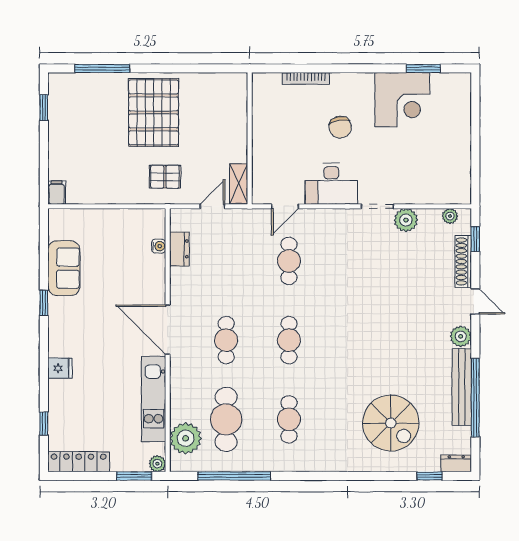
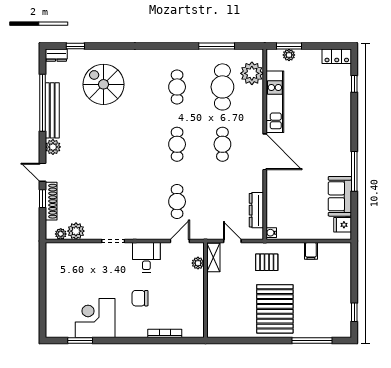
chair: (340, 127) -> (140, 298), turned -80
plant: (260, 176) -> (198, 263), added
desk: (331, 184) -> (146, 257), width x0.73
filing cabinet: (57, 193) -> (311, 251), moved
door: (212, 206) -> (232, 241), swing flipped
plant: (406, 220) -> (76, 231), moved
window: (475, 239) -> (42, 199), moved
water cooler: (159, 246) -> (271, 233), moved
dresser: (179, 249) -> (256, 210), width x1.44
window: (44, 303) -> (354, 171), width x2.17
fridge: (60, 368) -> (343, 225), moved
locker: (79, 462) -> (337, 56), width x0.66
plant: (157, 464) -> (289, 55), moved
window: (234, 476) -> (217, 46), width x0.68

